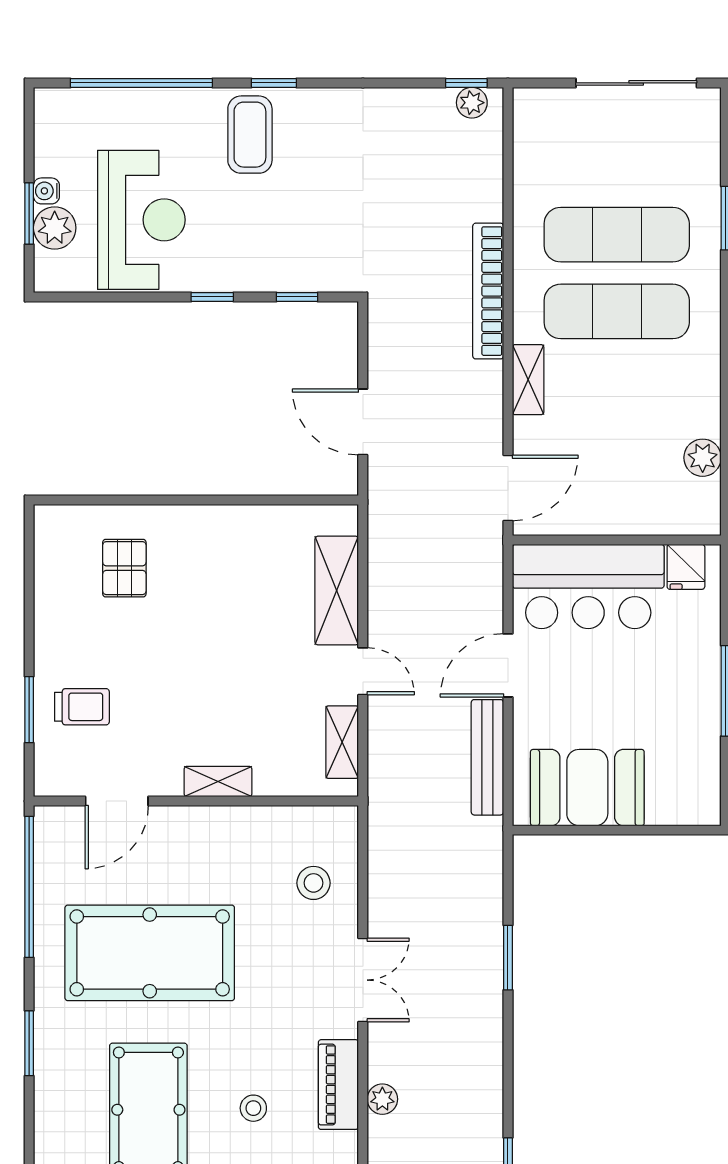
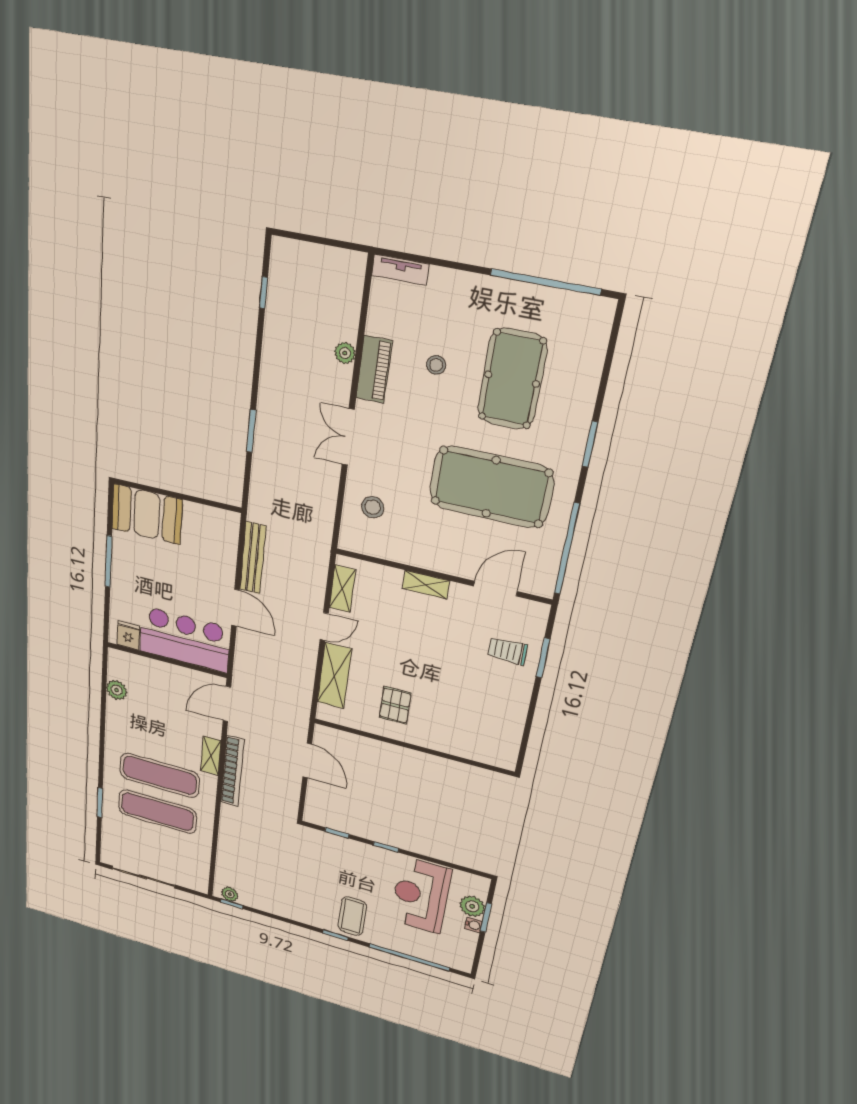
bookcase: (488, 291) -> (232, 771), moved
pallet: (124, 568) -> (395, 705), moved
door: (508, 665) -> (235, 608), hinge flipped
door: (363, 671) -> (324, 627), swing flipped
booth: (587, 788) -> (147, 514), moved

